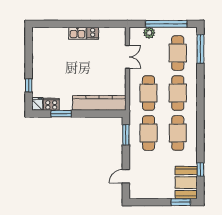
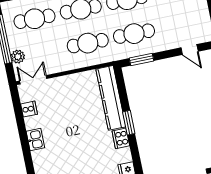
cooker: (93, 33) -> (29, 109), moved
double door: (127, 57) -> (33, 80), moved
cooker: (51, 104) -> (121, 138), moved
window: (61, 114) -> (129, 123), moved

